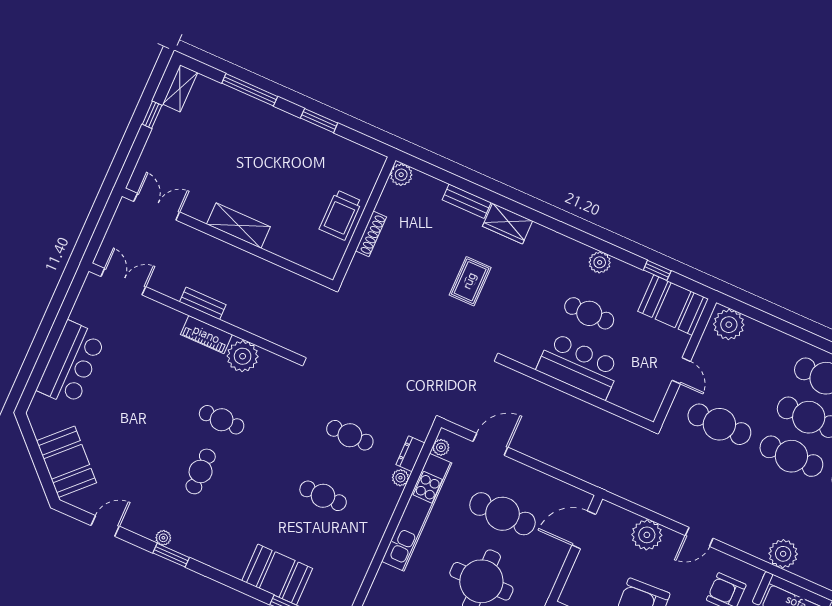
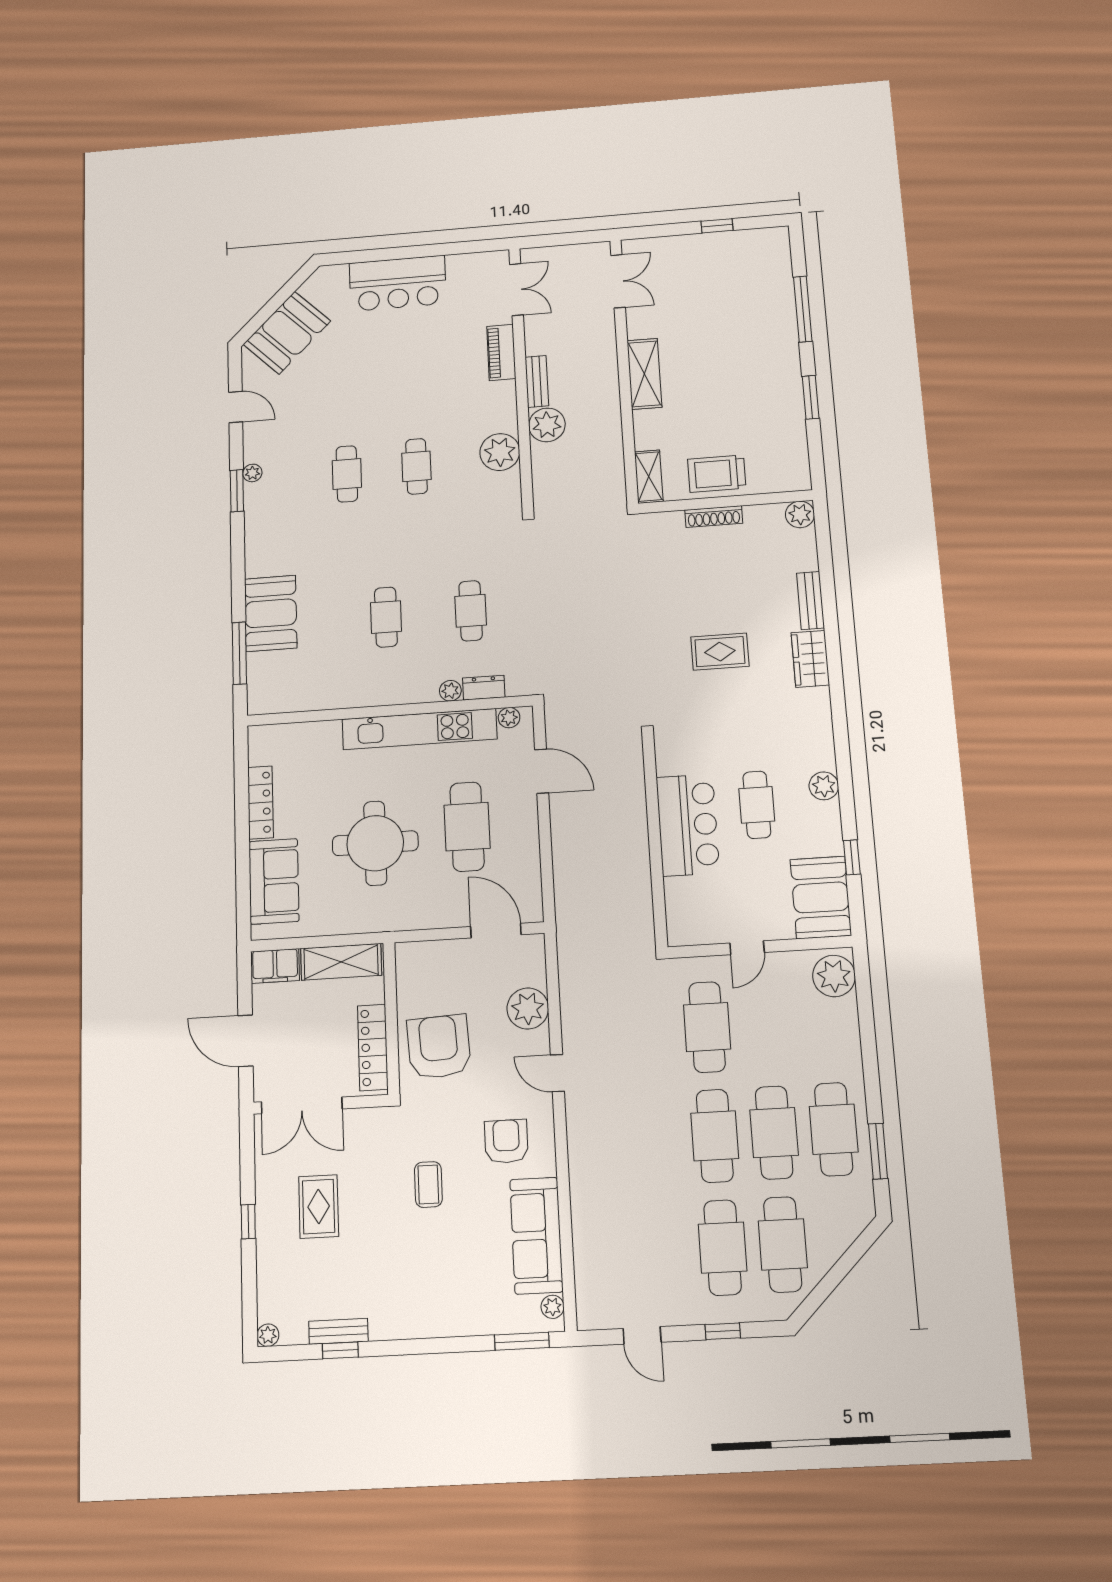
shelving: (180, 88) -> (649, 477), moved, turned 90
piano: (206, 335) -> (501, 352), moved
cafe table: (201, 471) -> (347, 474), turned 90
plant: (783, 554) -> (547, 425), moved

